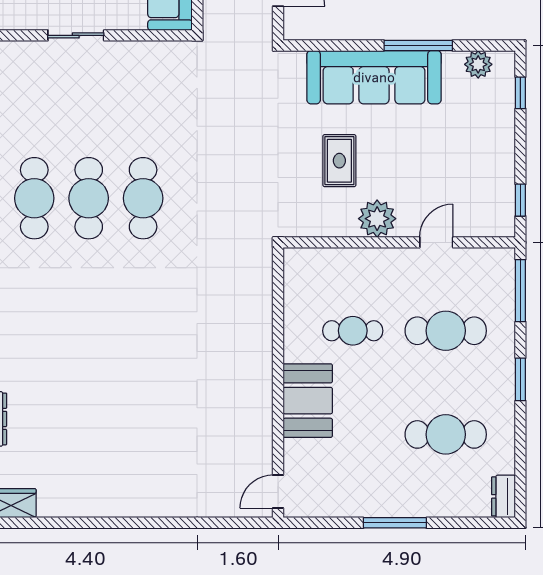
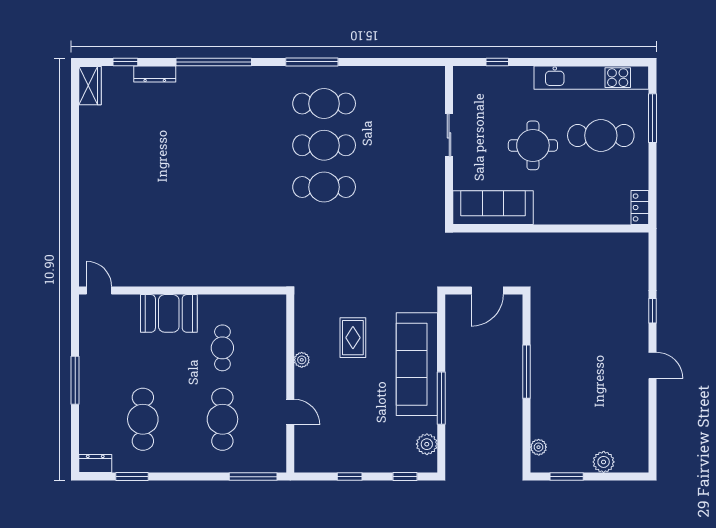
rug: (339, 161) -> (353, 338), turned 90
window: (520, 200) -> (350, 477), moved
plant: (377, 219) -> (302, 360), width x0.53, depth x0.53
window: (520, 379) -> (132, 477), moved

